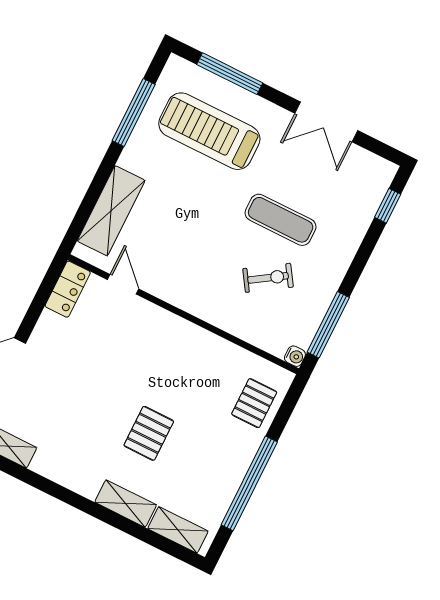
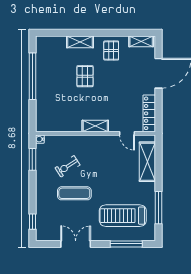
treadmill: (209, 131) -> (123, 216), turned 180
locker: (68, 289) -> (149, 113), width x1.53
window: (328, 325) -> (32, 159), width x0.69
pallet: (254, 403) -> (111, 51), moved
shelving: (178, 530) -> (95, 126), moved

